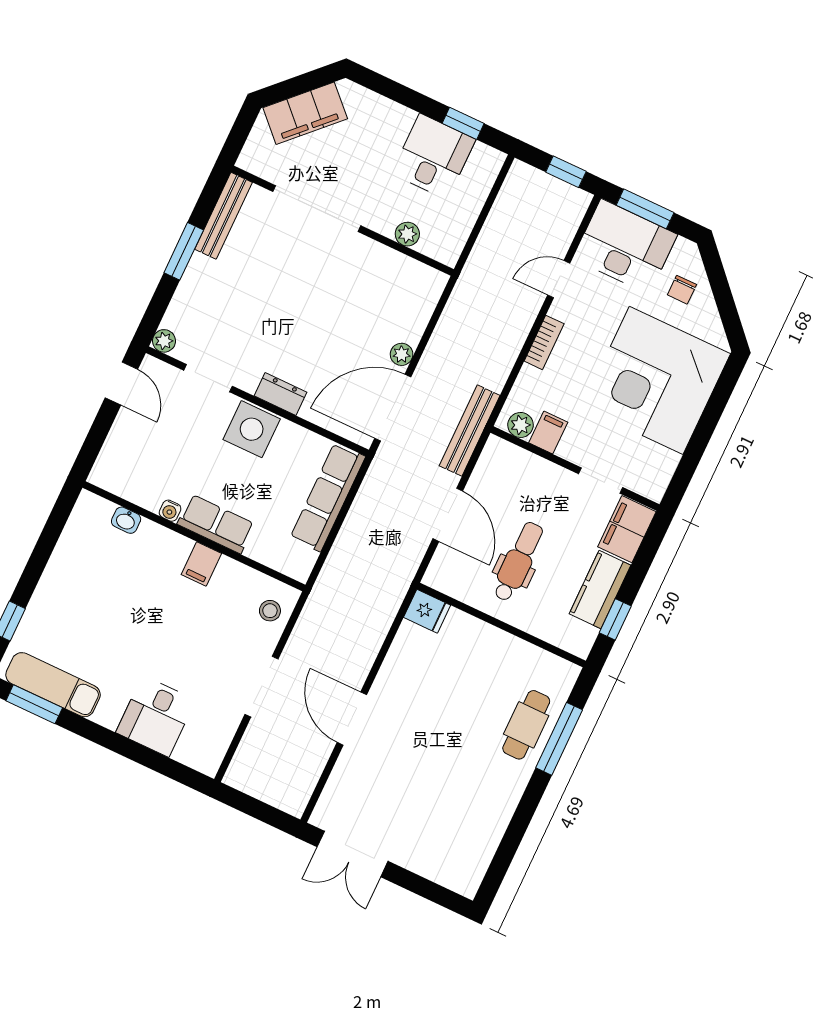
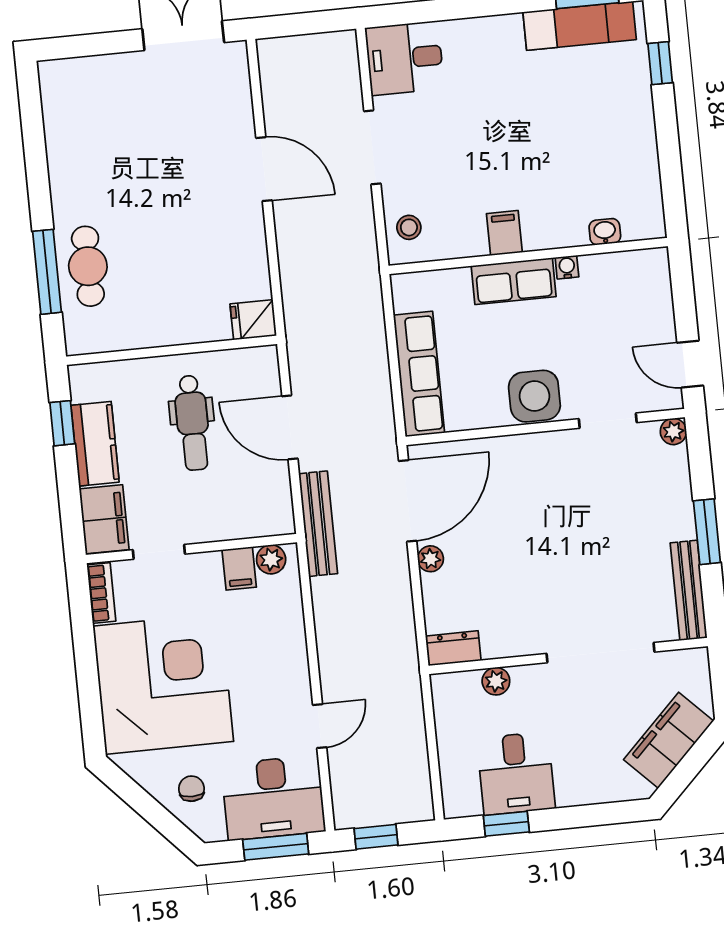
bookcase: (544, 342) -> (101, 593), moved, turned 180
dresser: (281, 394) -> (453, 648), moved, turned 180
desk: (156, 716) -> (405, 58), moved, turned -90

